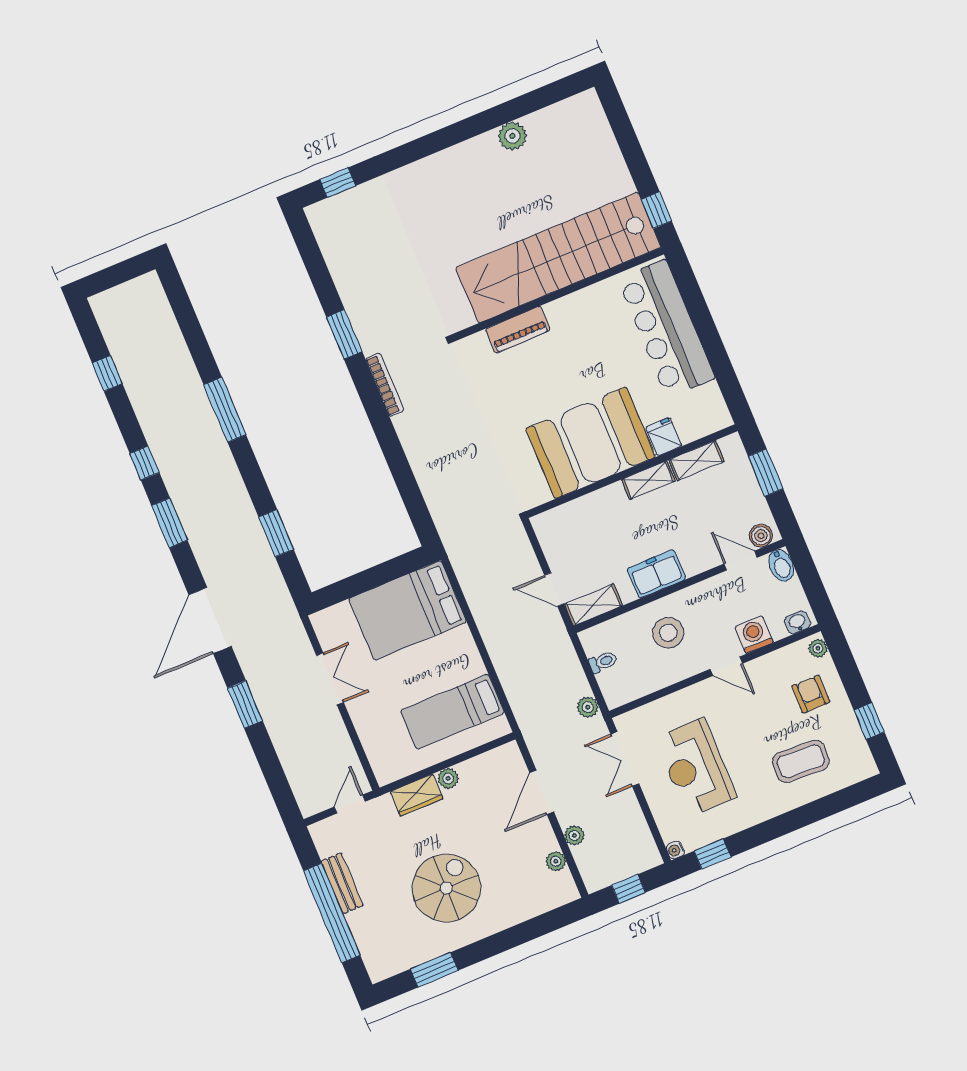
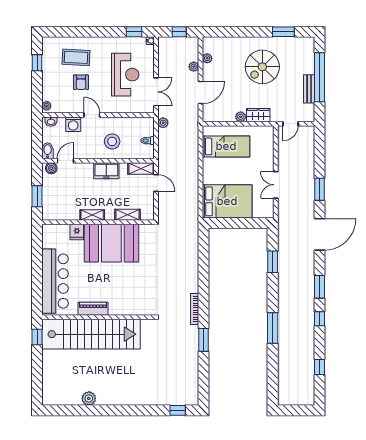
piano: (518, 330) -> (93, 309), moved
shelving: (696, 461) -> (128, 215), moved
door: (741, 561) -> (65, 161), swing flipped
armchair: (811, 694) -> (81, 82), moved

